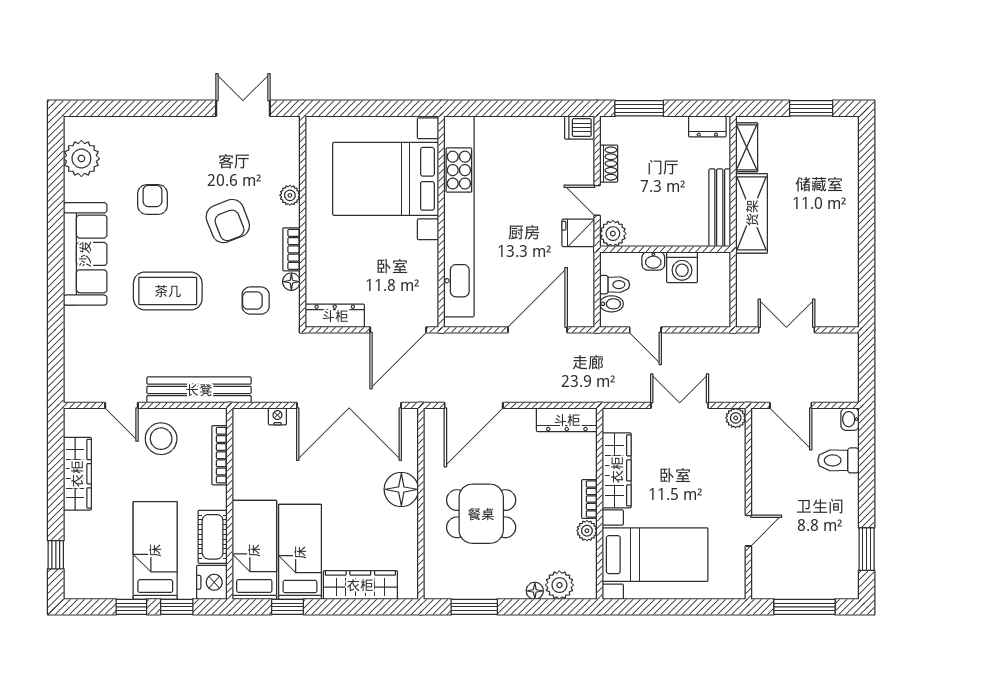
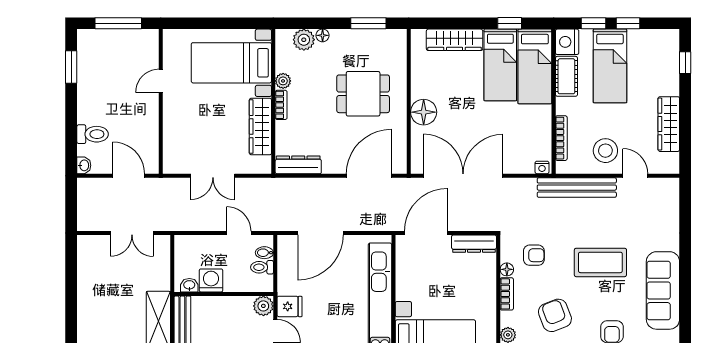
washbasin: (653, 261) -> (189, 285), moved
nightstand: (277, 416) -> (542, 167), moved
plant: (736, 418) -> (170, 166), removed

